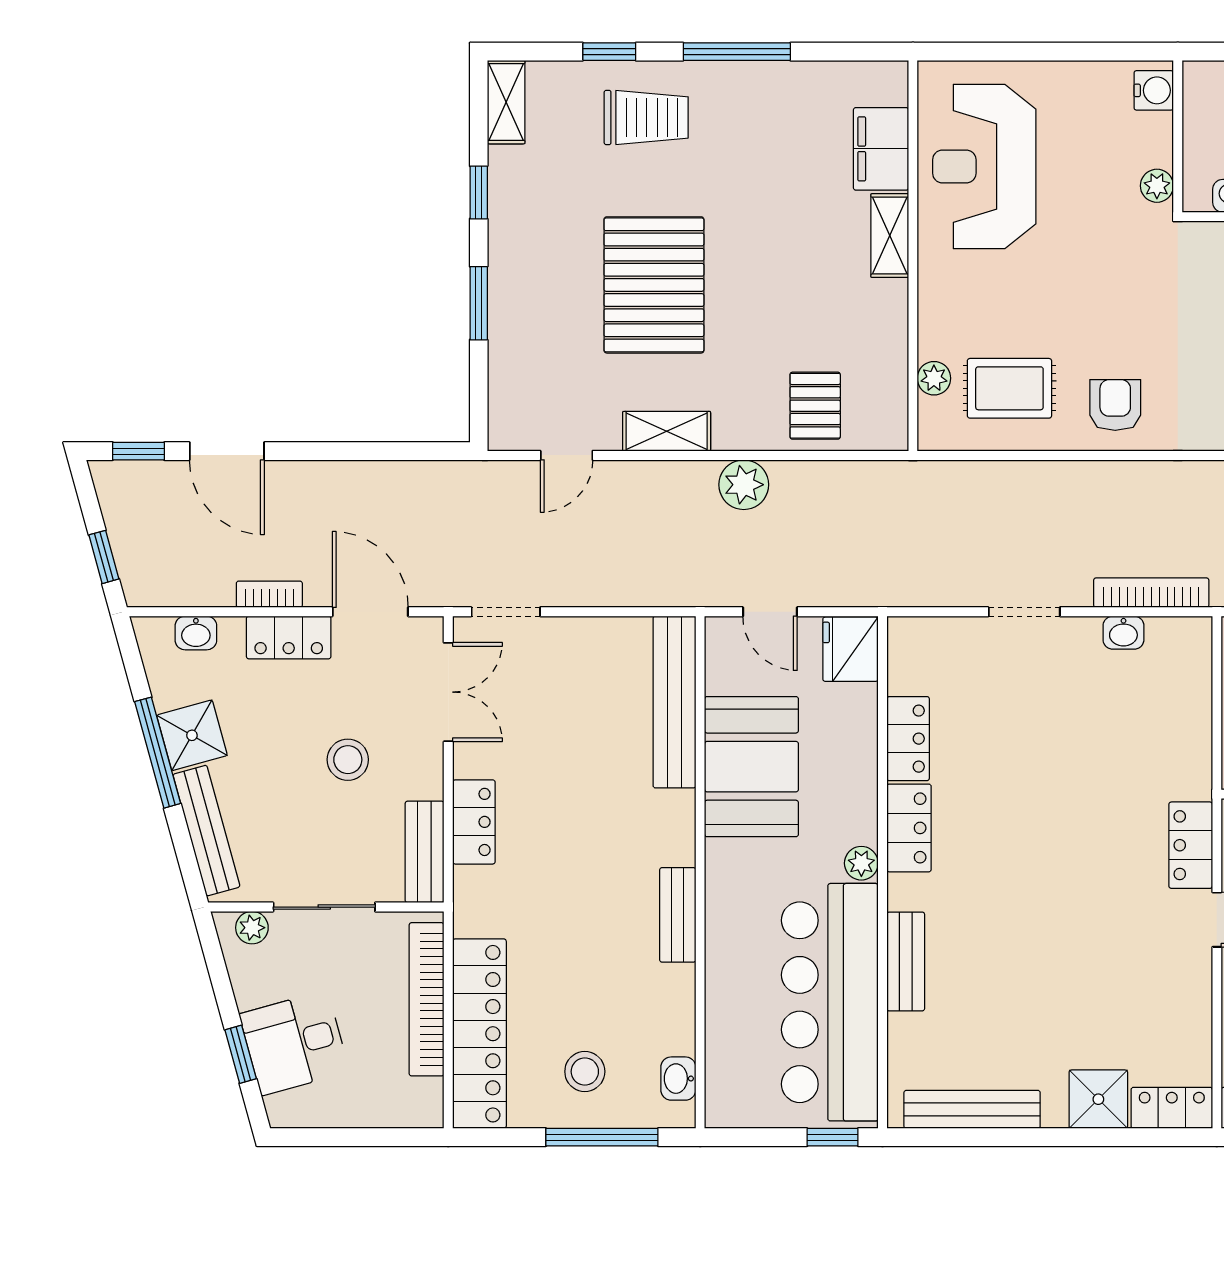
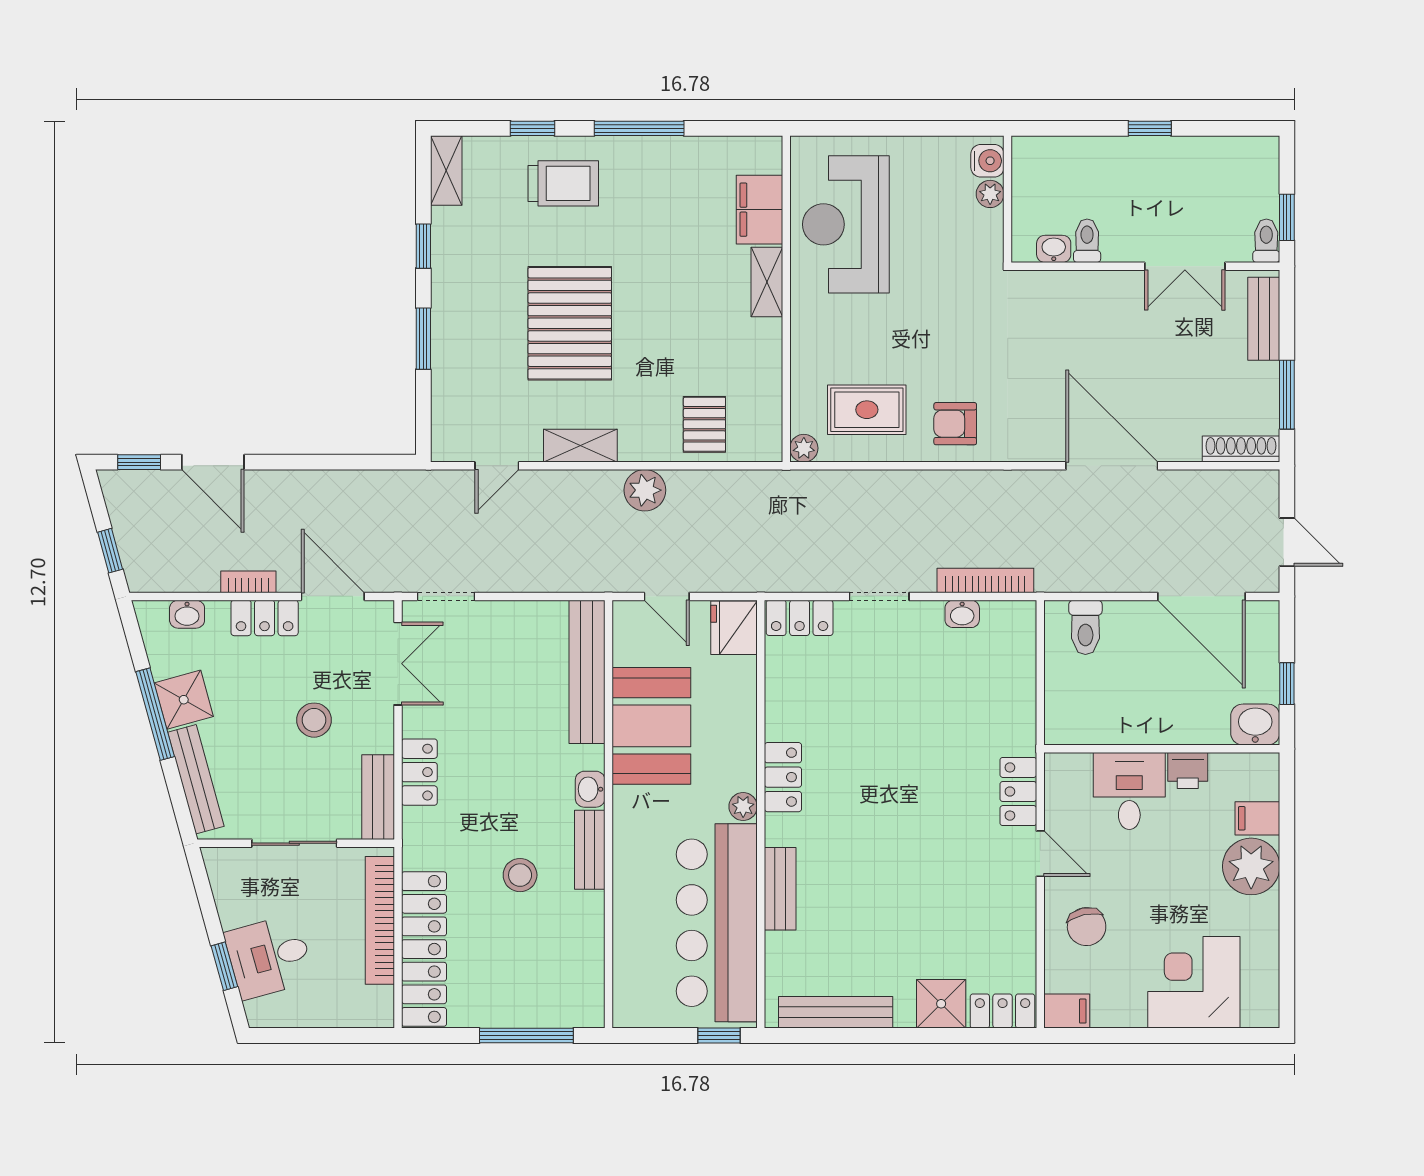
plant: (1157, 186) -> (990, 194), moved
plant: (934, 378) -> (804, 448), moved
armchair: (1115, 405) -> (955, 424), turned -90
locker: (908, 739) -> (800, 618), moved, turned 90
plant: (252, 928) -> (234, 860), removed
stool: (585, 1072) -> (520, 875), moved
washbasin: (678, 1079) -> (590, 789), moved

